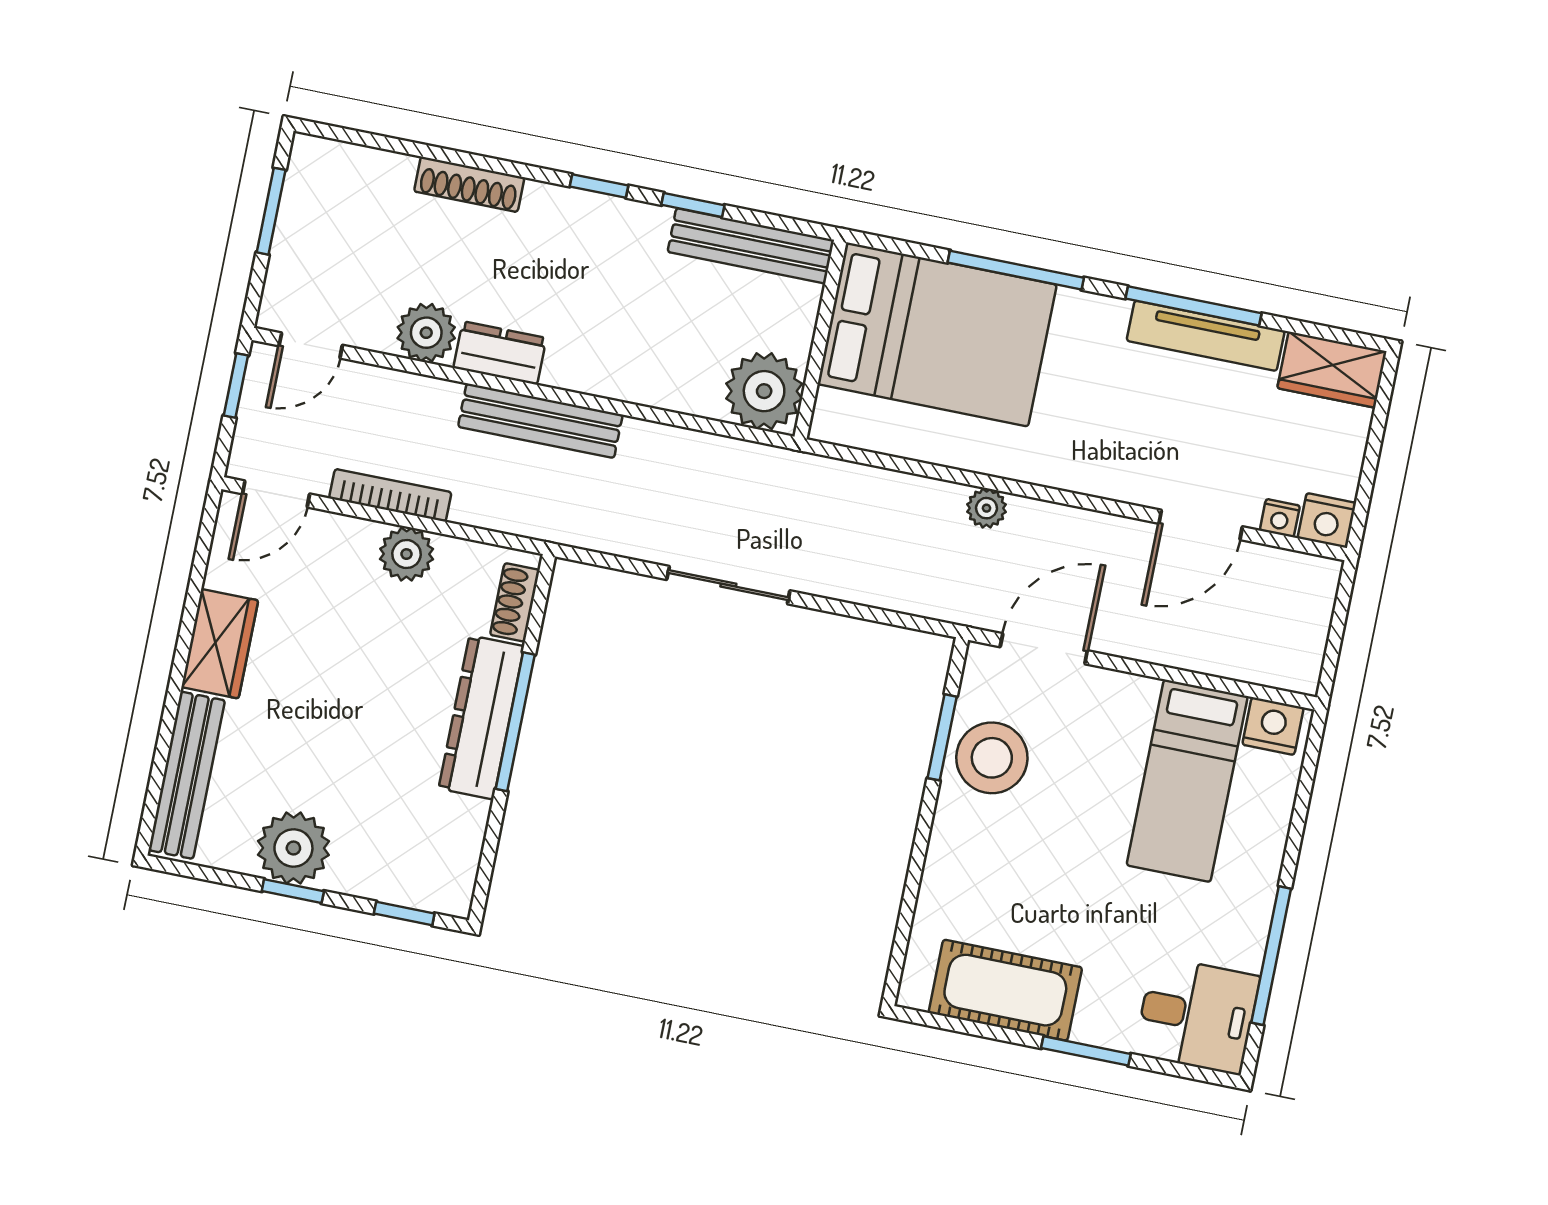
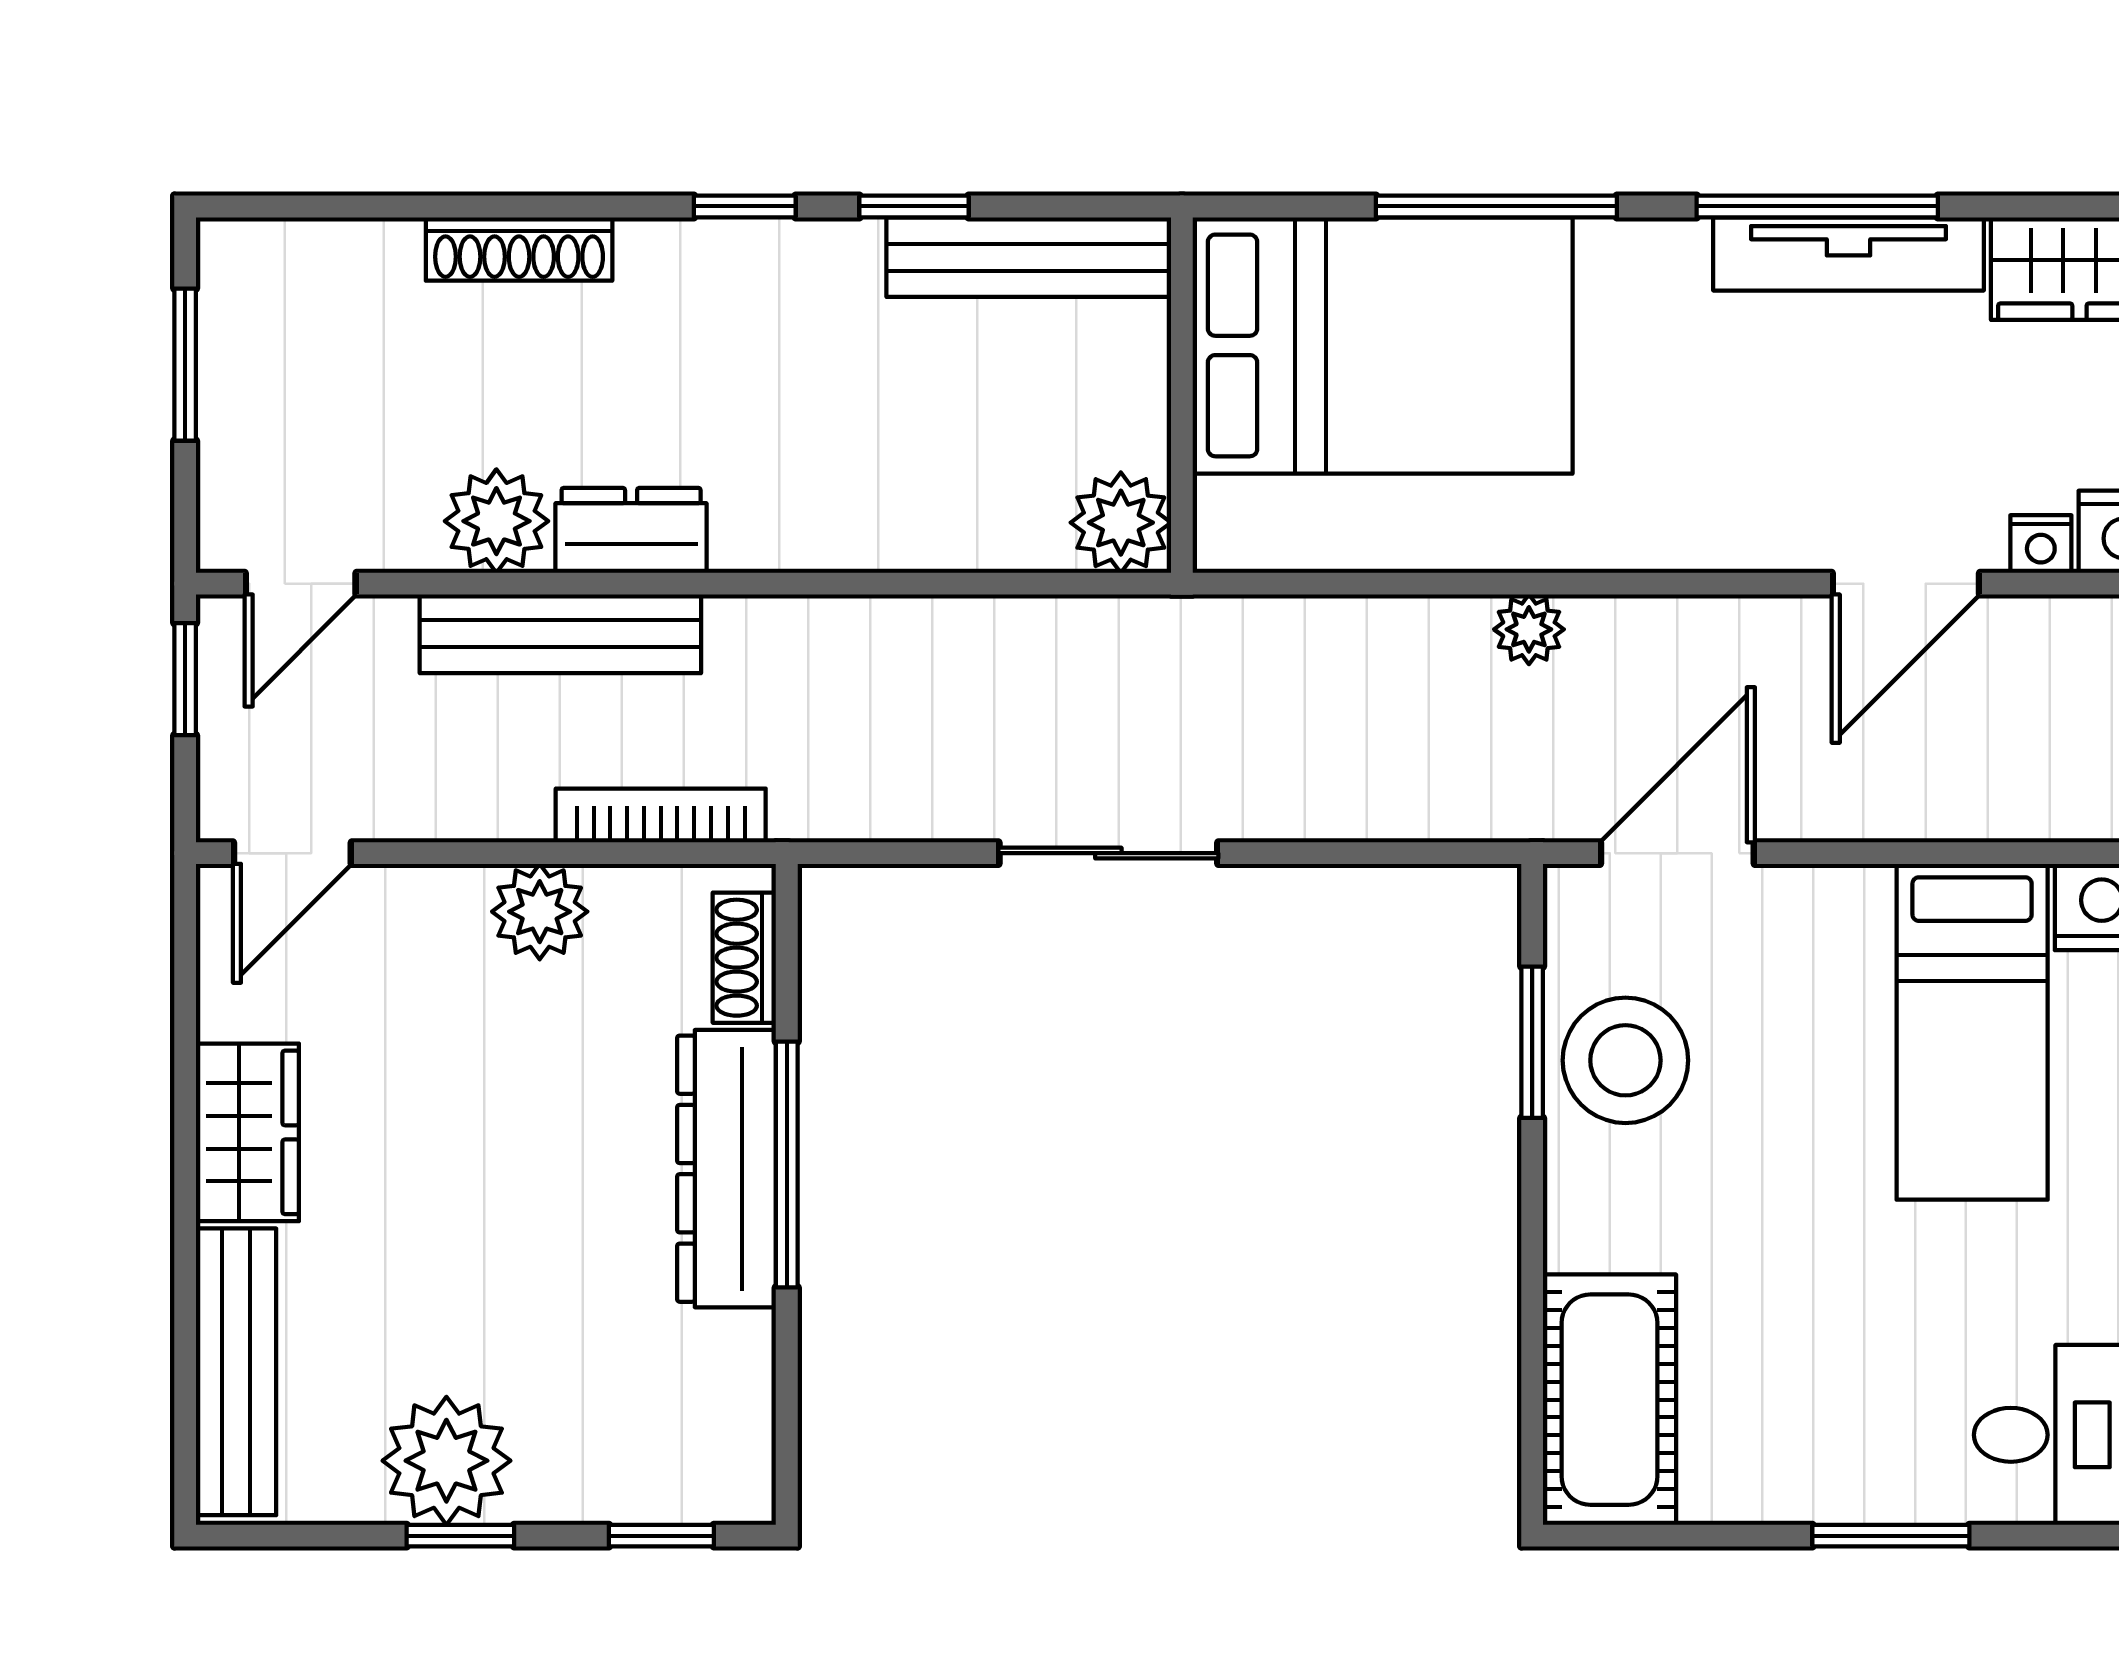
plant: (764, 391) -> (1121, 523), width x0.73, depth x0.73
bench: (540, 421) -> (560, 634), moved
bookcase: (390, 495) -> (661, 815), moved
cot: (1005, 990) -> (1609, 1400), moved, turned 90

